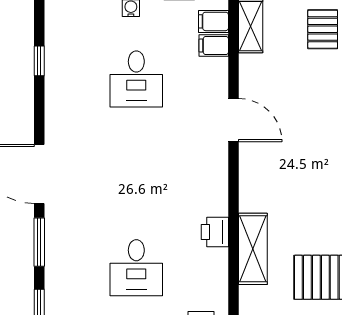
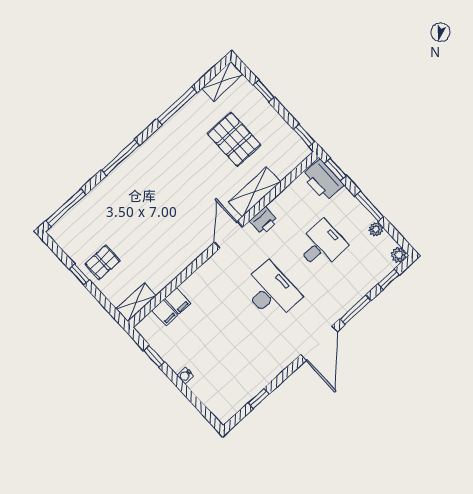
filing cabinet: (213, 21) -> (178, 301), moved
desk: (136, 79) -> (271, 291), moved, width x1.37
door: (233, 120) -> (228, 235), moved

